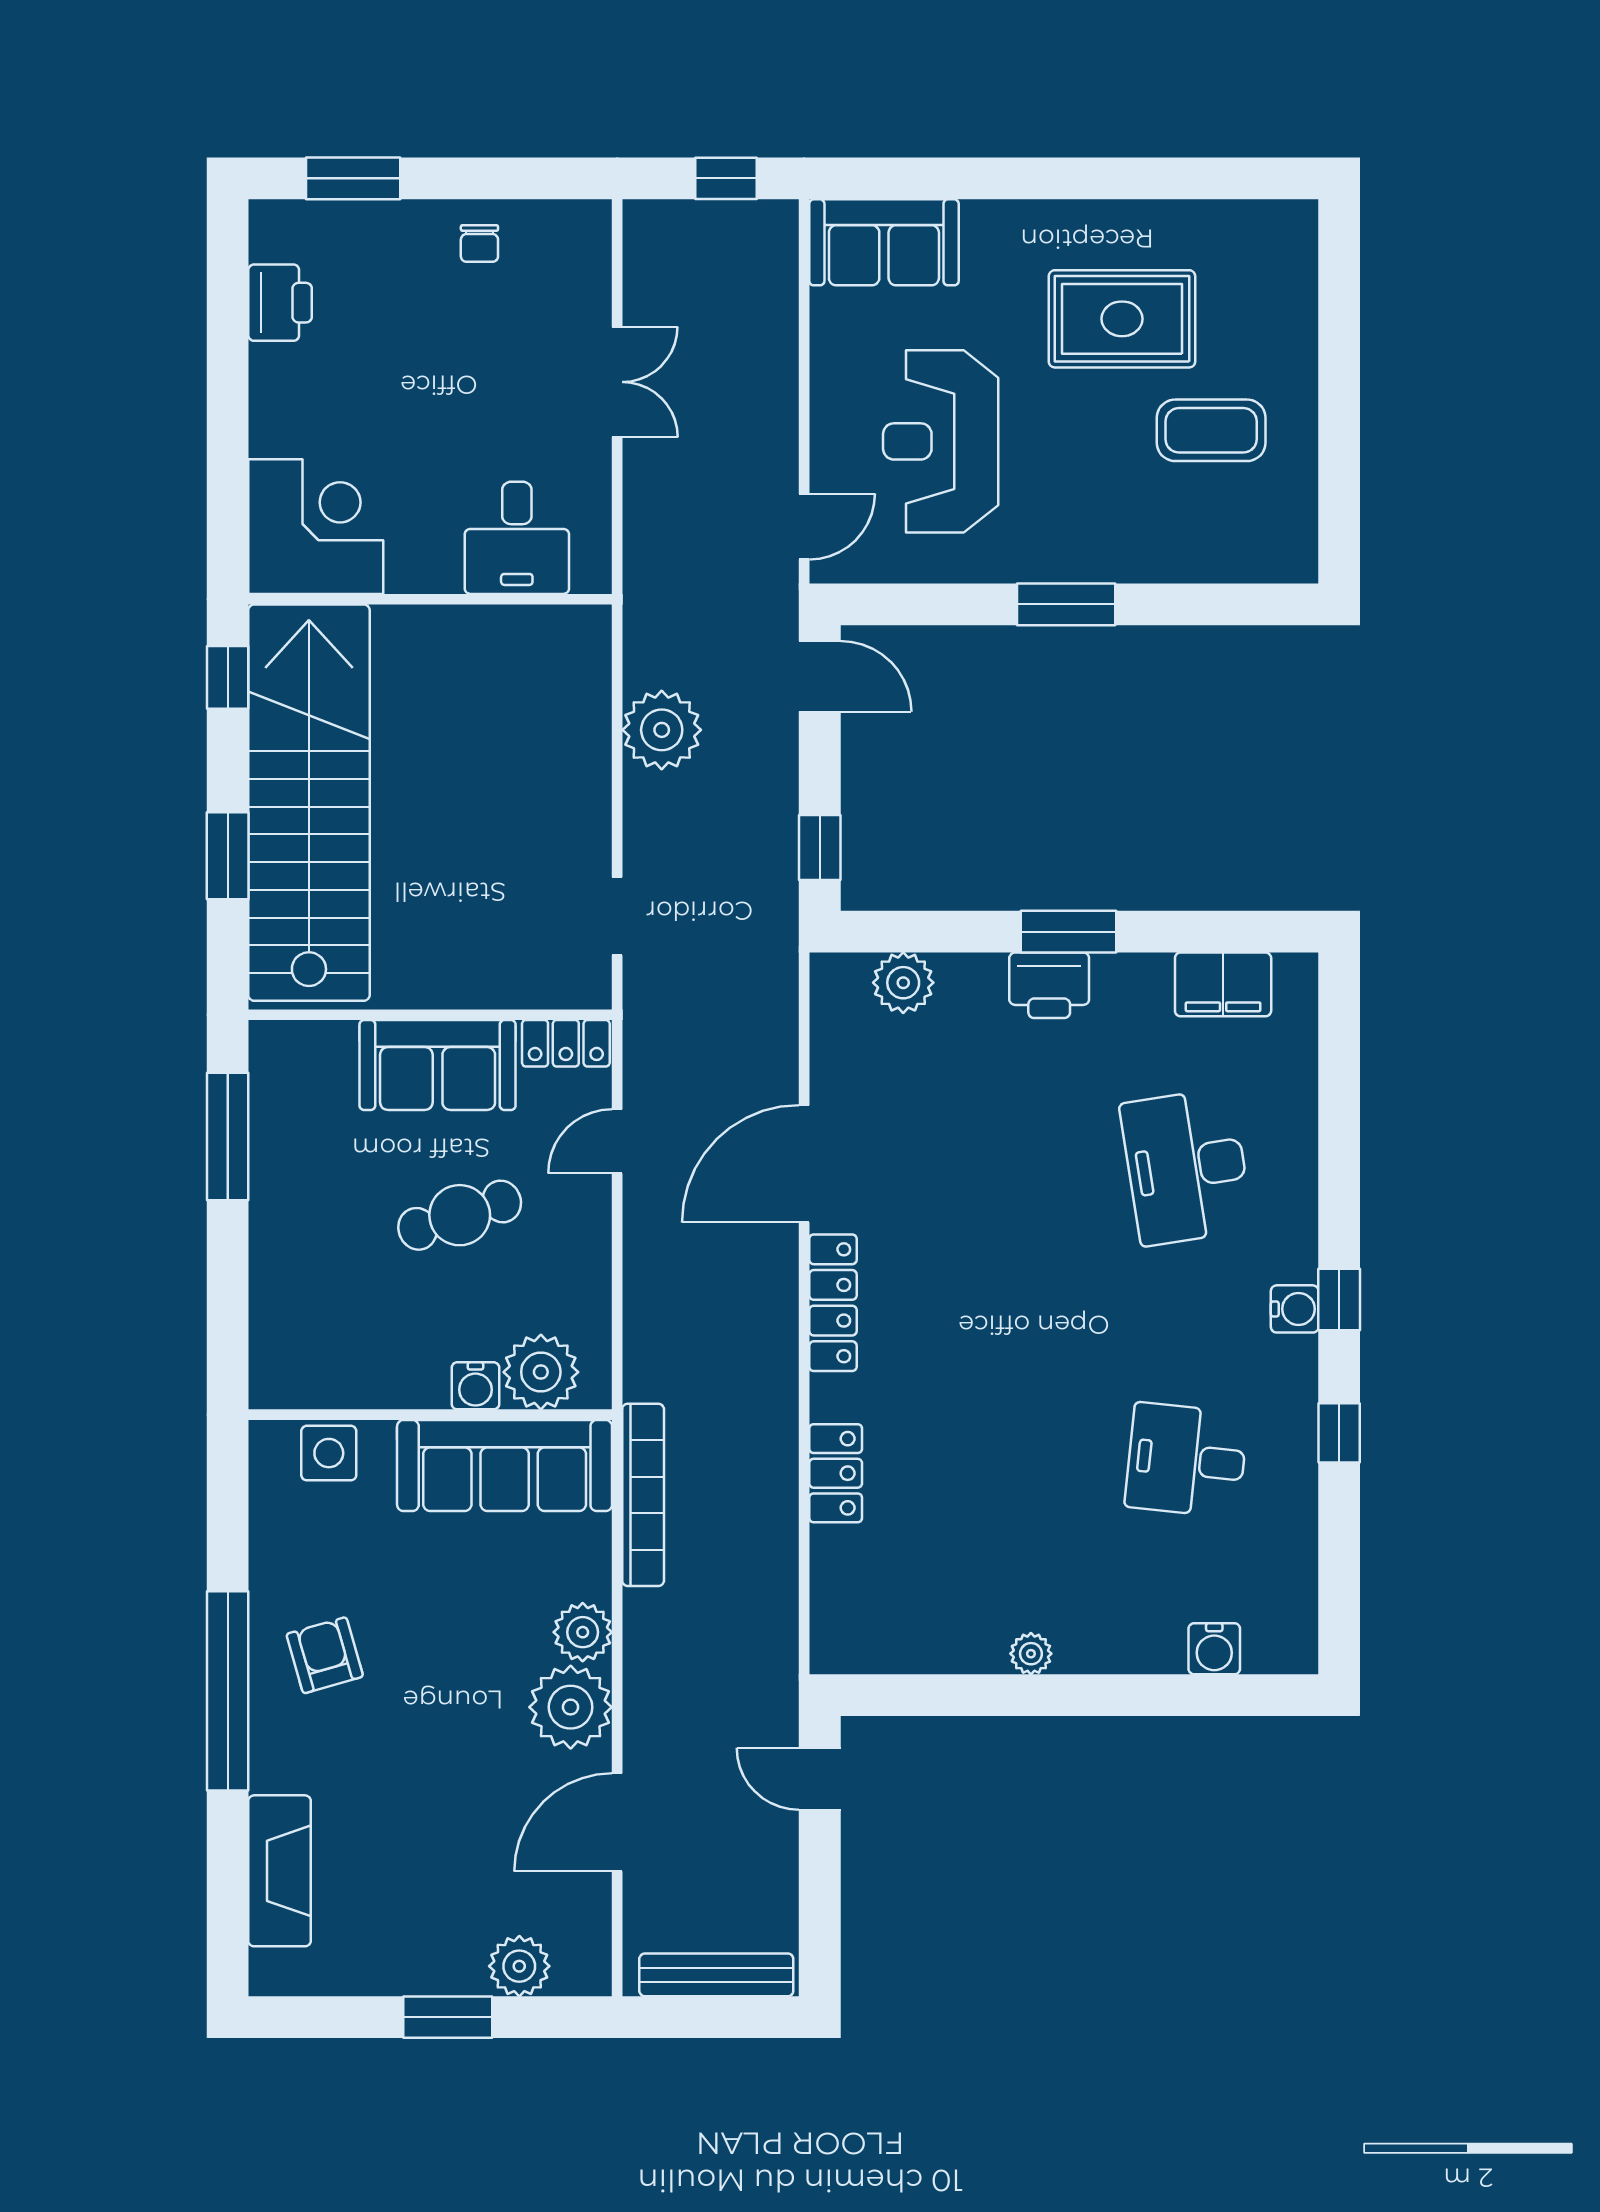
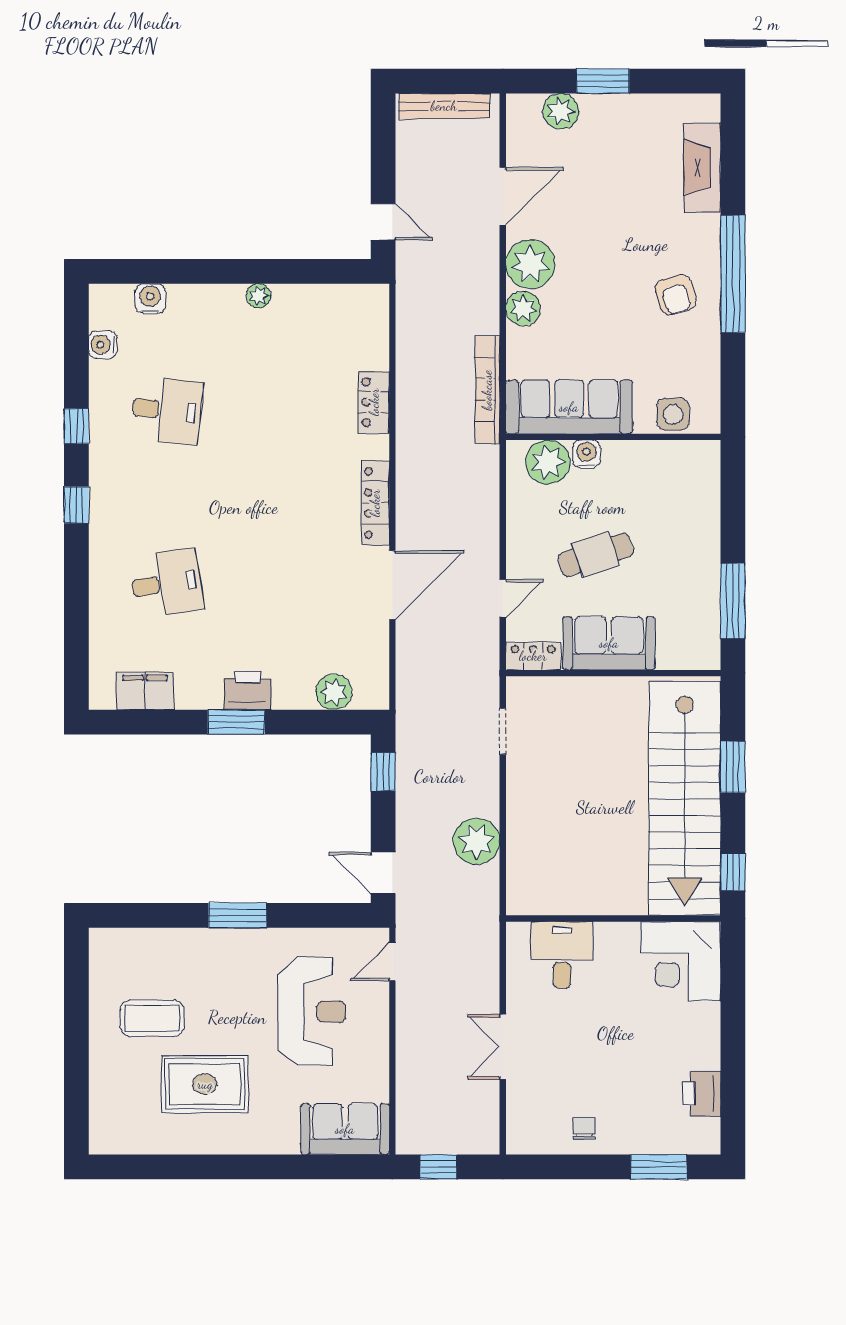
desk: (1186, 1167) -> (167, 583), width x0.73
water cooler: (1295, 1309) -> (103, 345), moved

